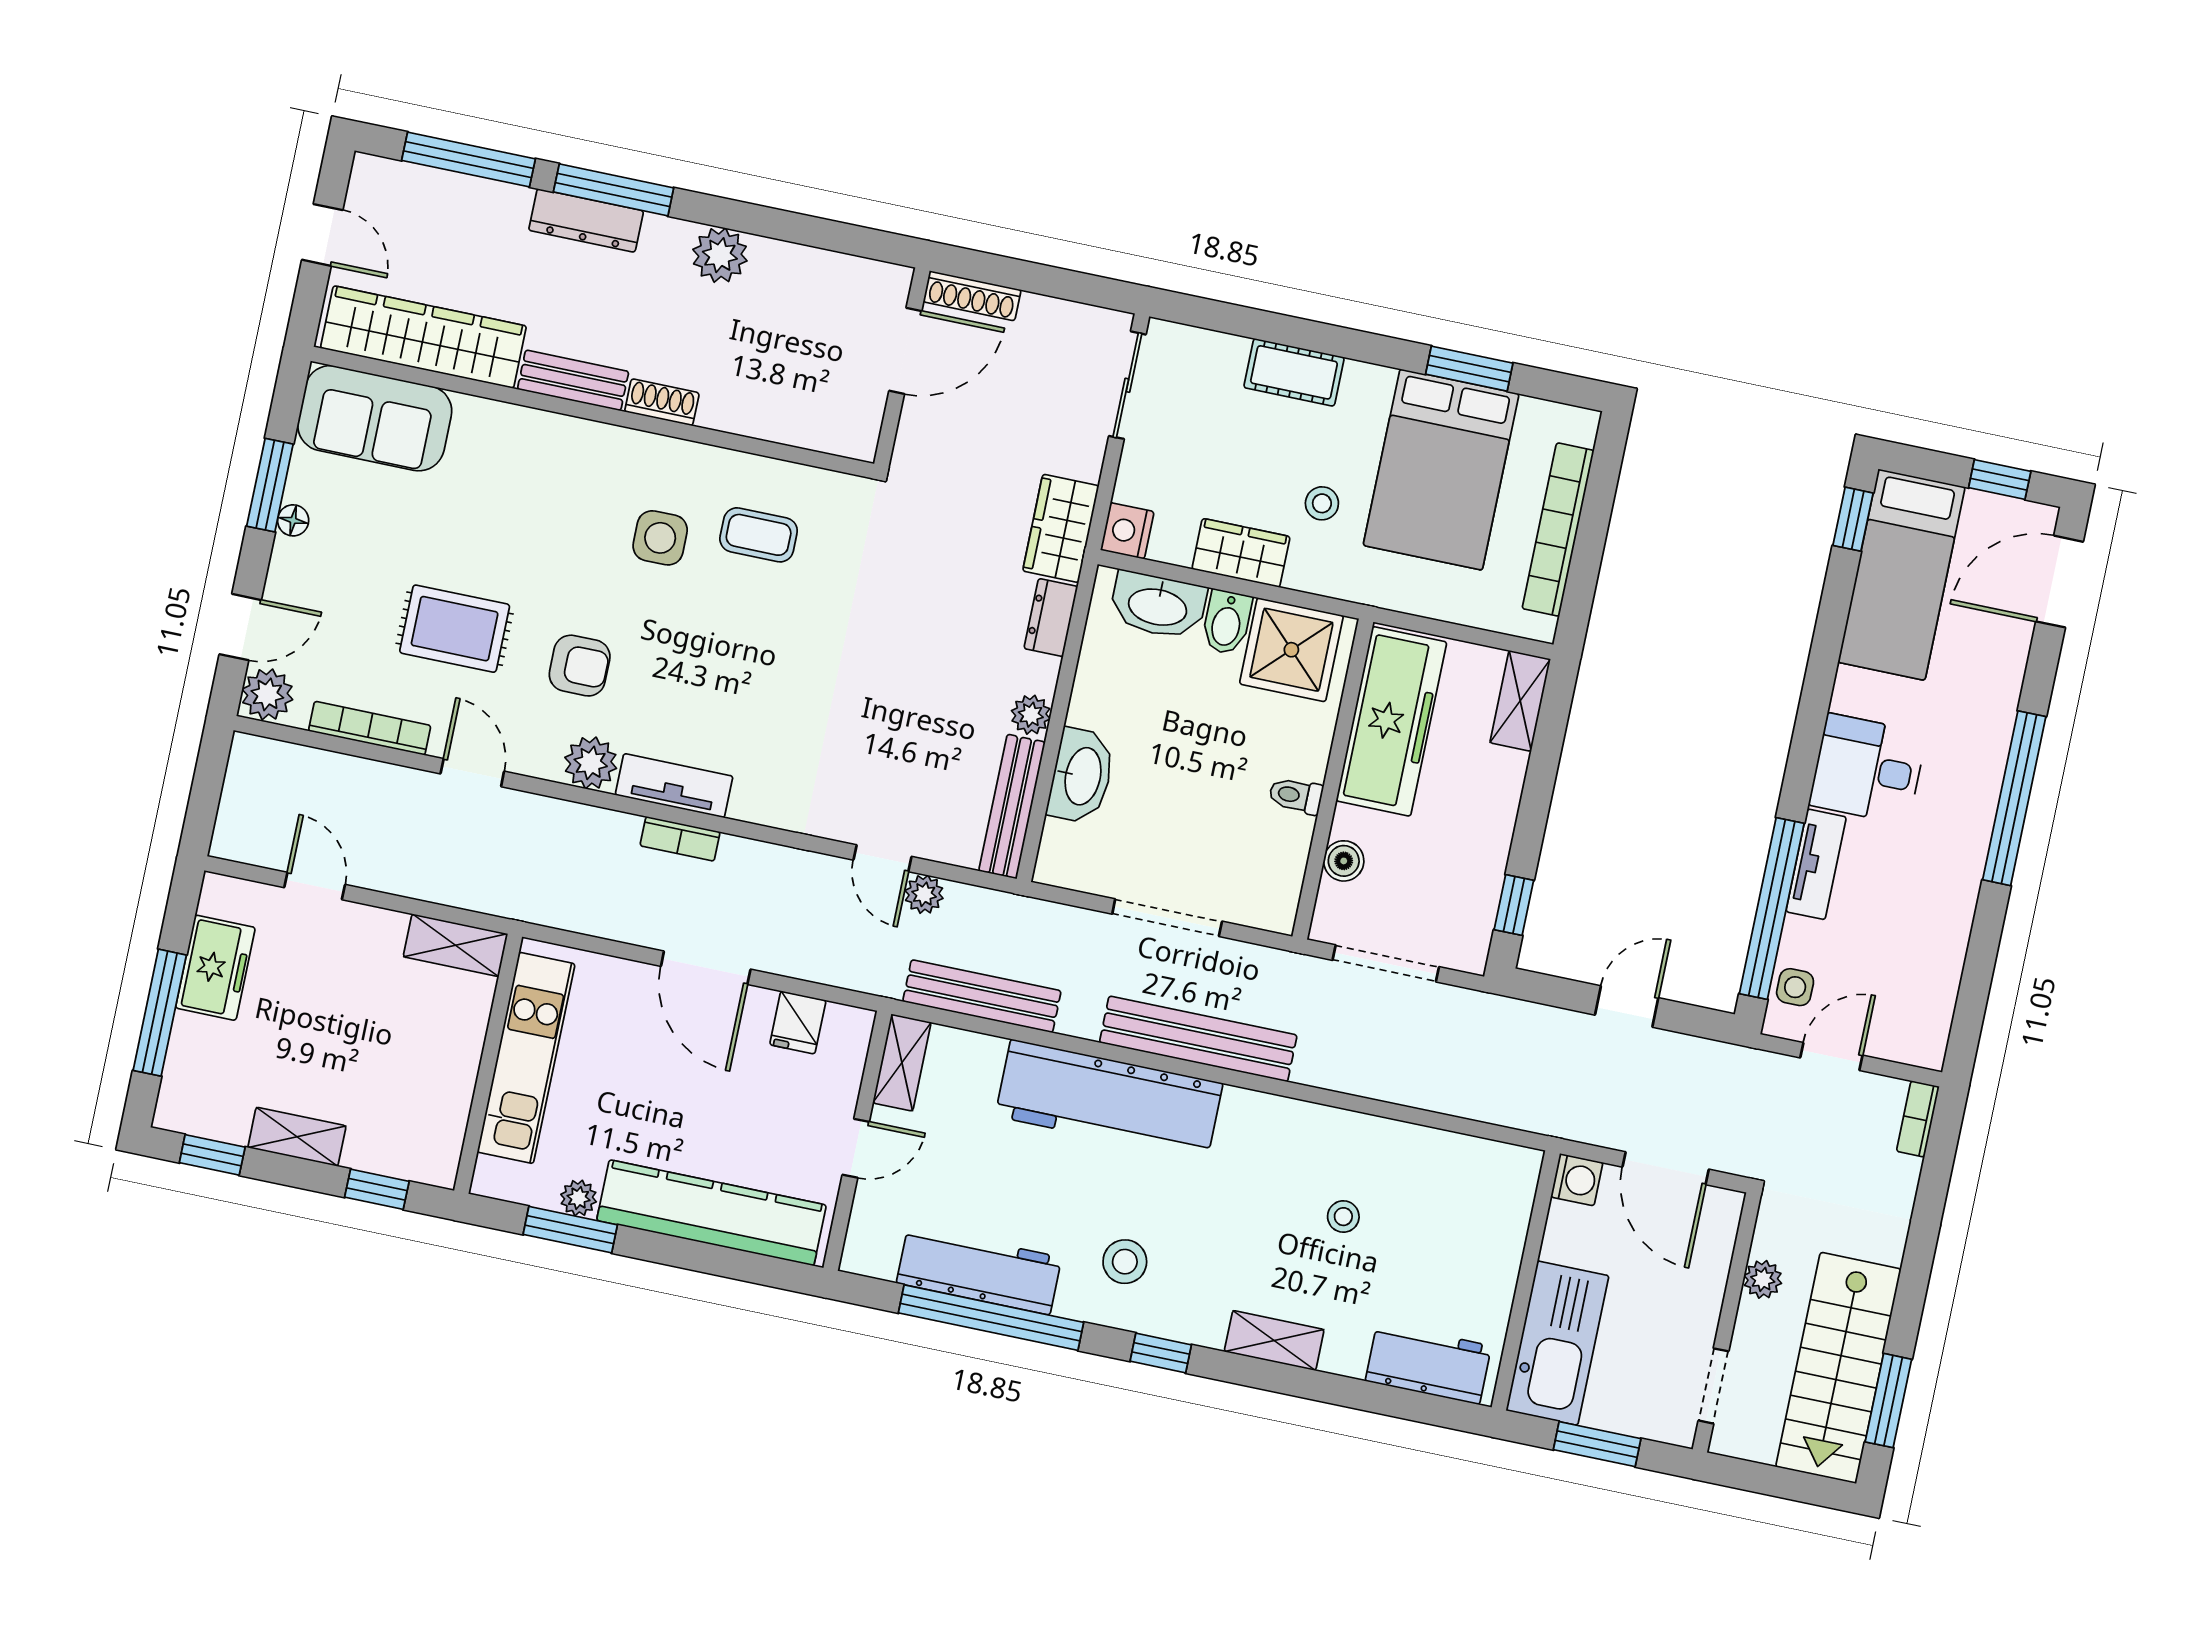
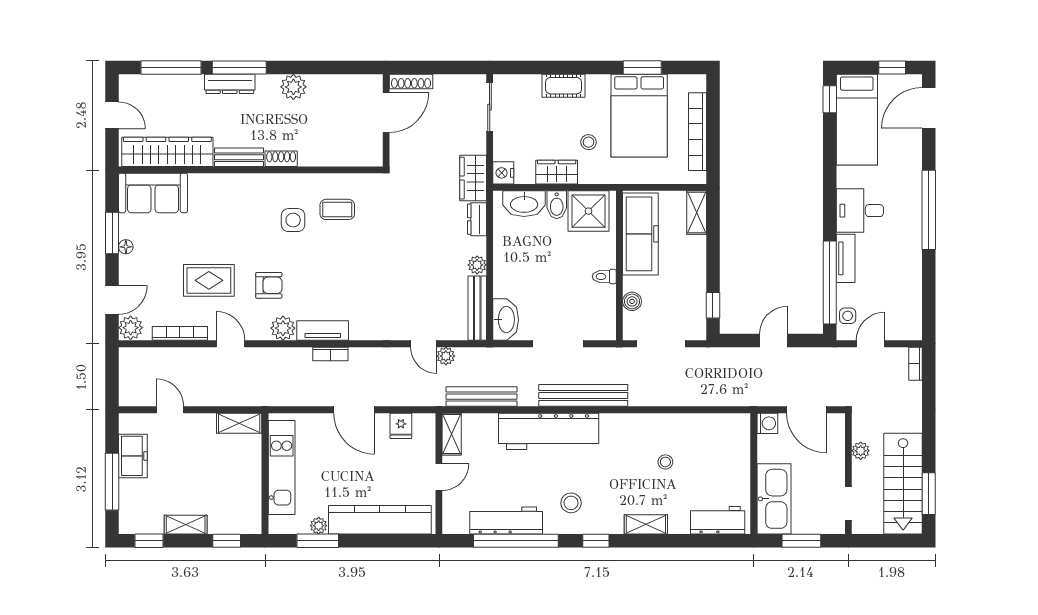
washbasin: (1081, 776) -> (506, 320), moved

